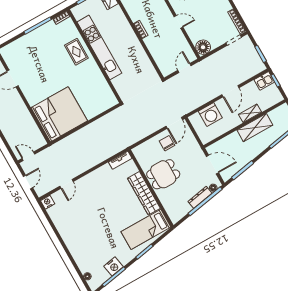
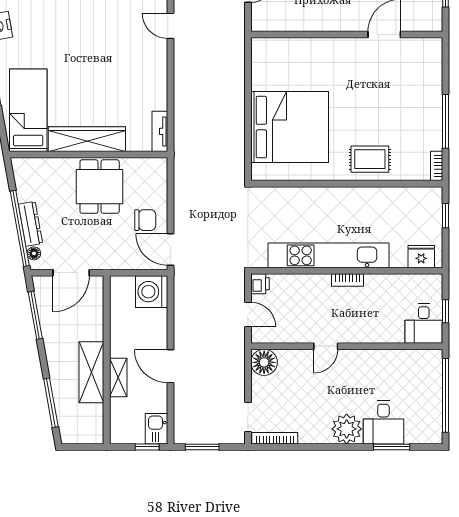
kitchen unit: (99, 47) -> (328, 255), moved, turned 180
printer: (166, 71) -> (260, 284), added
bed: (59, 114) -> (290, 127), moved, turned -90
washing machine: (210, 115) -> (152, 292), moved

